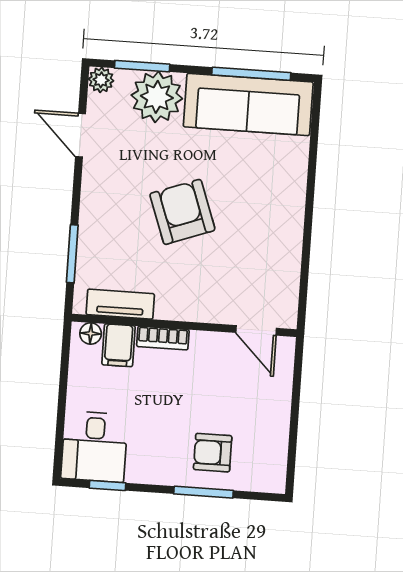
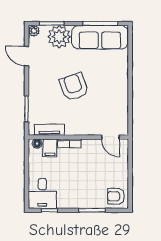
armchair: (213, 453) -> (116, 196), moved

